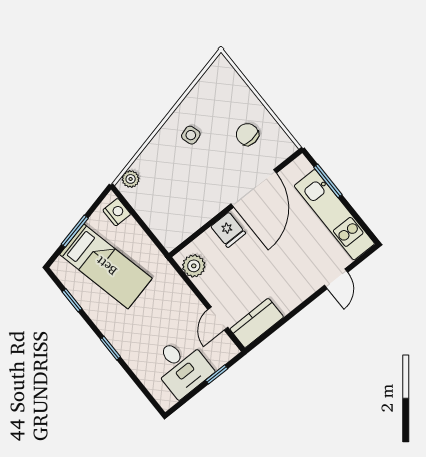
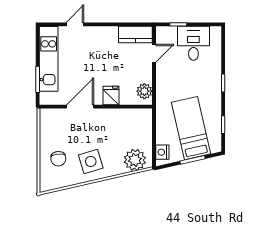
chair: (247, 134) -> (58, 159), moved
side table: (191, 135) -> (91, 161), width x1.87, depth x1.87
plant: (131, 179) -> (135, 160), width x1.88, depth x1.88
door: (254, 188) -> (80, 107), width x0.73

